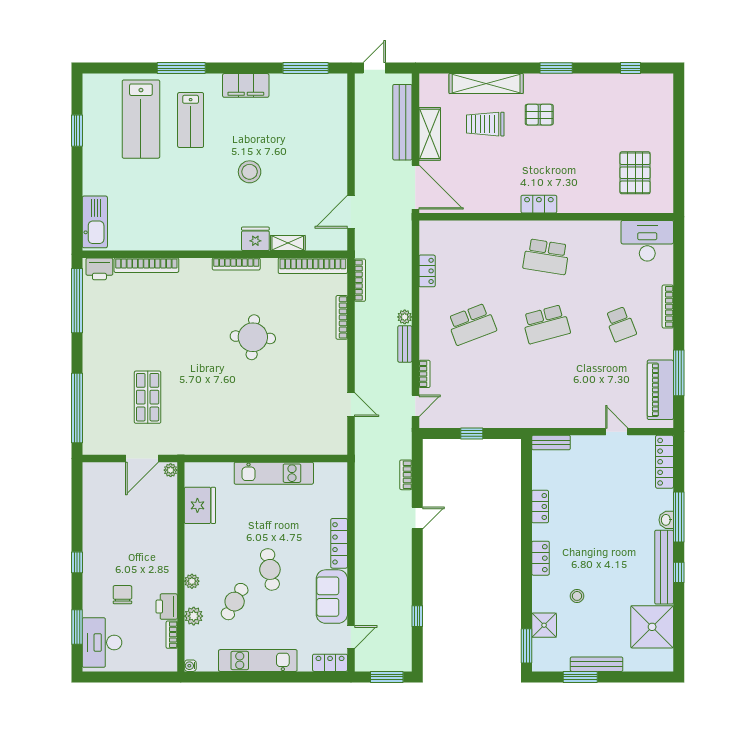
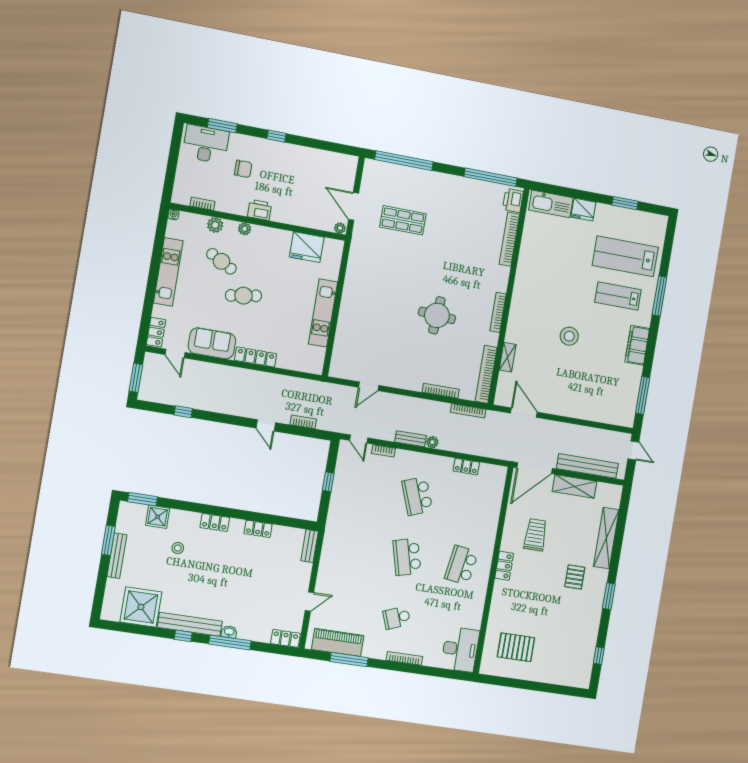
trolley: (485, 124) -> (535, 535), moved
fridge: (255, 239) -> (583, 210), moved, turned 90
locker: (664, 462) -> (285, 638), width x0.66
printer: (167, 607) -> (260, 210), moved

